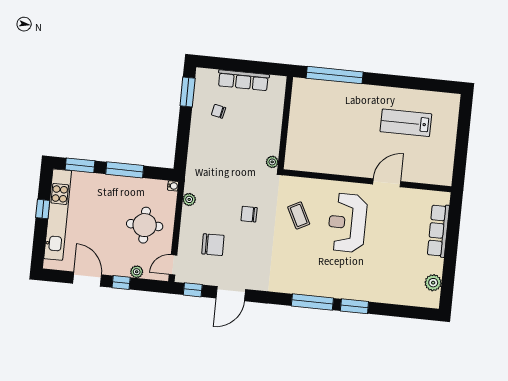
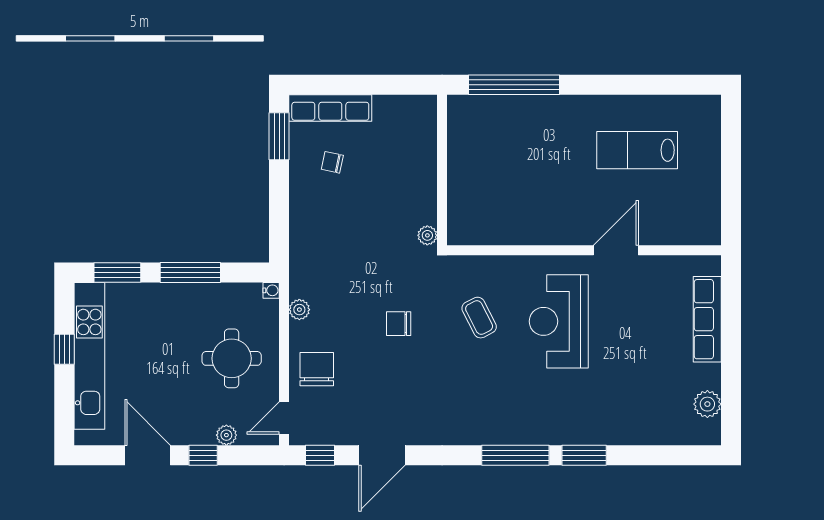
row of seats: (243, 80) -> (330, 108), moved
chair: (213, 245) -> (317, 369), moved, turned -89

